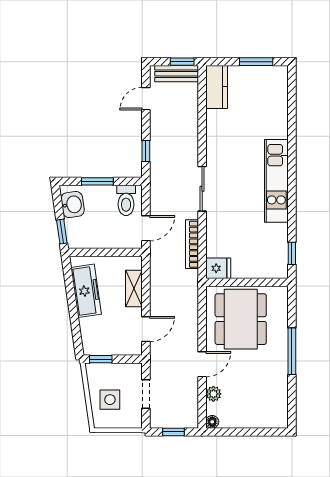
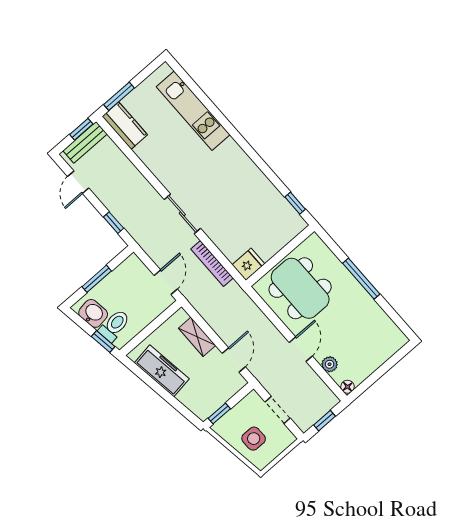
window: (256, 62) -> (119, 96), moved
kitchen unit: (276, 181) -> (193, 111), moved
toilet: (126, 200) -> (114, 326), moved, turned -98

